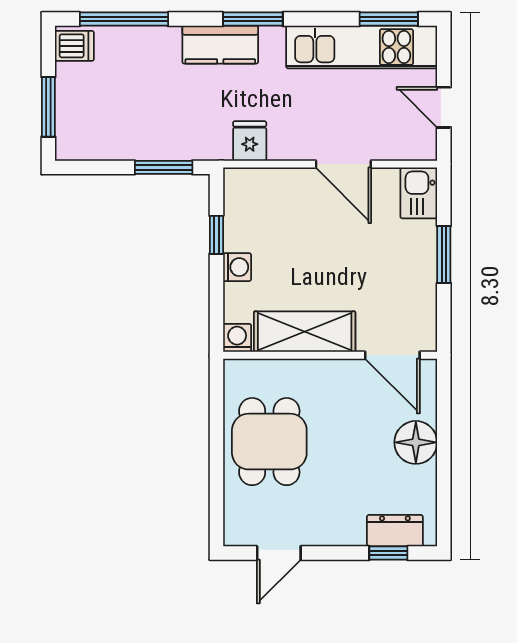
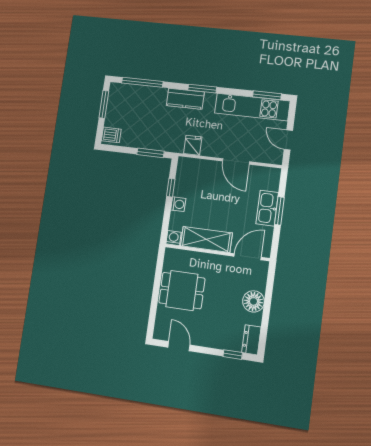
dishwasher: (74, 46) -> (111, 135), moved
window: (48, 107) -> (104, 104), moved
kitchen sink: (419, 193) -> (267, 208), moved, width x1.38
door: (392, 355) -> (248, 257), swing flipped
dining table: (269, 442) -> (182, 291), turned 90
dresser: (395, 531) -> (251, 340), moved, turned -90
door: (279, 553) -> (179, 346), swing flipped

